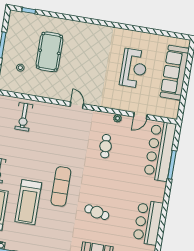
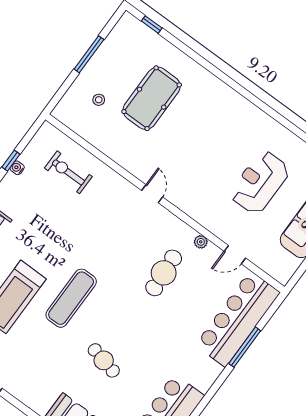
reception desk: (134, 68) -> (260, 182), turned 180
exercise bike: (24, 117) -> (68, 172), turned 90
cafe table: (106, 146) -> (164, 273), width x1.37, depth x1.35

